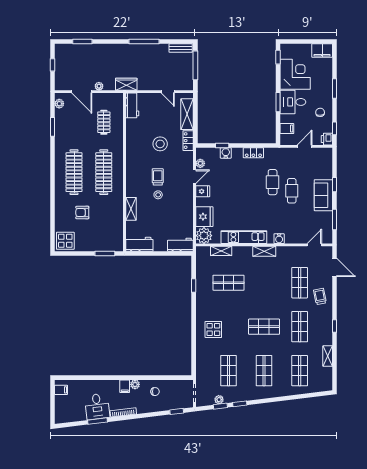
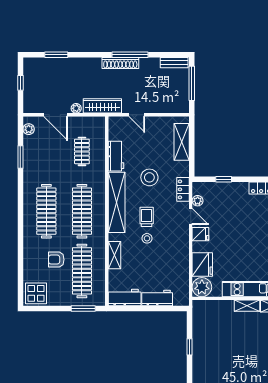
shoe rack: (136, 48) -> (120, 63), added
wardrobe: (126, 84) -> (102, 106), width x1.50
door: (168, 92) -> (137, 115), moved
workbench: (132, 105) -> (116, 156), moved
locker: (188, 141) -> (183, 189), moved
water cooler: (226, 153) -> (228, 188), removed
shelving: (133, 165) -> (117, 202), added
door: (195, 177) -> (191, 217), hinge flipped
clothes rail: (104, 222) -> (82, 271), added
workbench: (180, 245) -> (157, 298), moved
shelving: (221, 251) -> (247, 306), moved
shop shelf: (228, 283) -> (231, 344), removed

